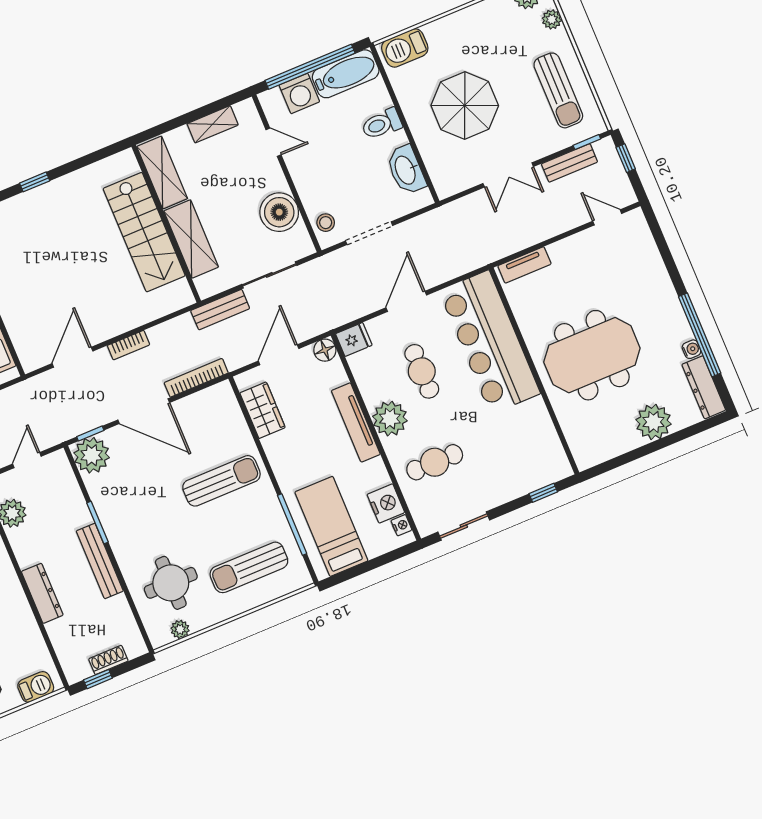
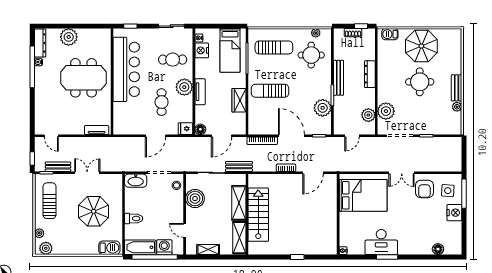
washbasin: (406, 170) -> (136, 181), moved, turned 90
bar counter: (490, 342) -> (126, 69), moved
wardrobe: (263, 410) -> (239, 100), moved
tv unit: (356, 422) -> (200, 92), width x0.71
plant: (92, 455) -> (323, 108), moved

